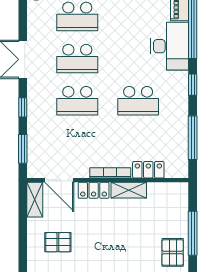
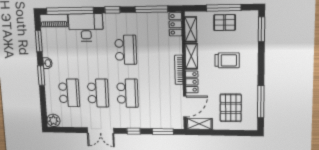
locker: (148, 170) -> (175, 24), moved
shelving: (165, 190) -> (191, 29), added
trolley: (123, 238) -> (227, 60), added
pallet: (58, 242) -> (231, 108), width x1.50, depth x1.42
pallet: (173, 252) -> (225, 23), moved

